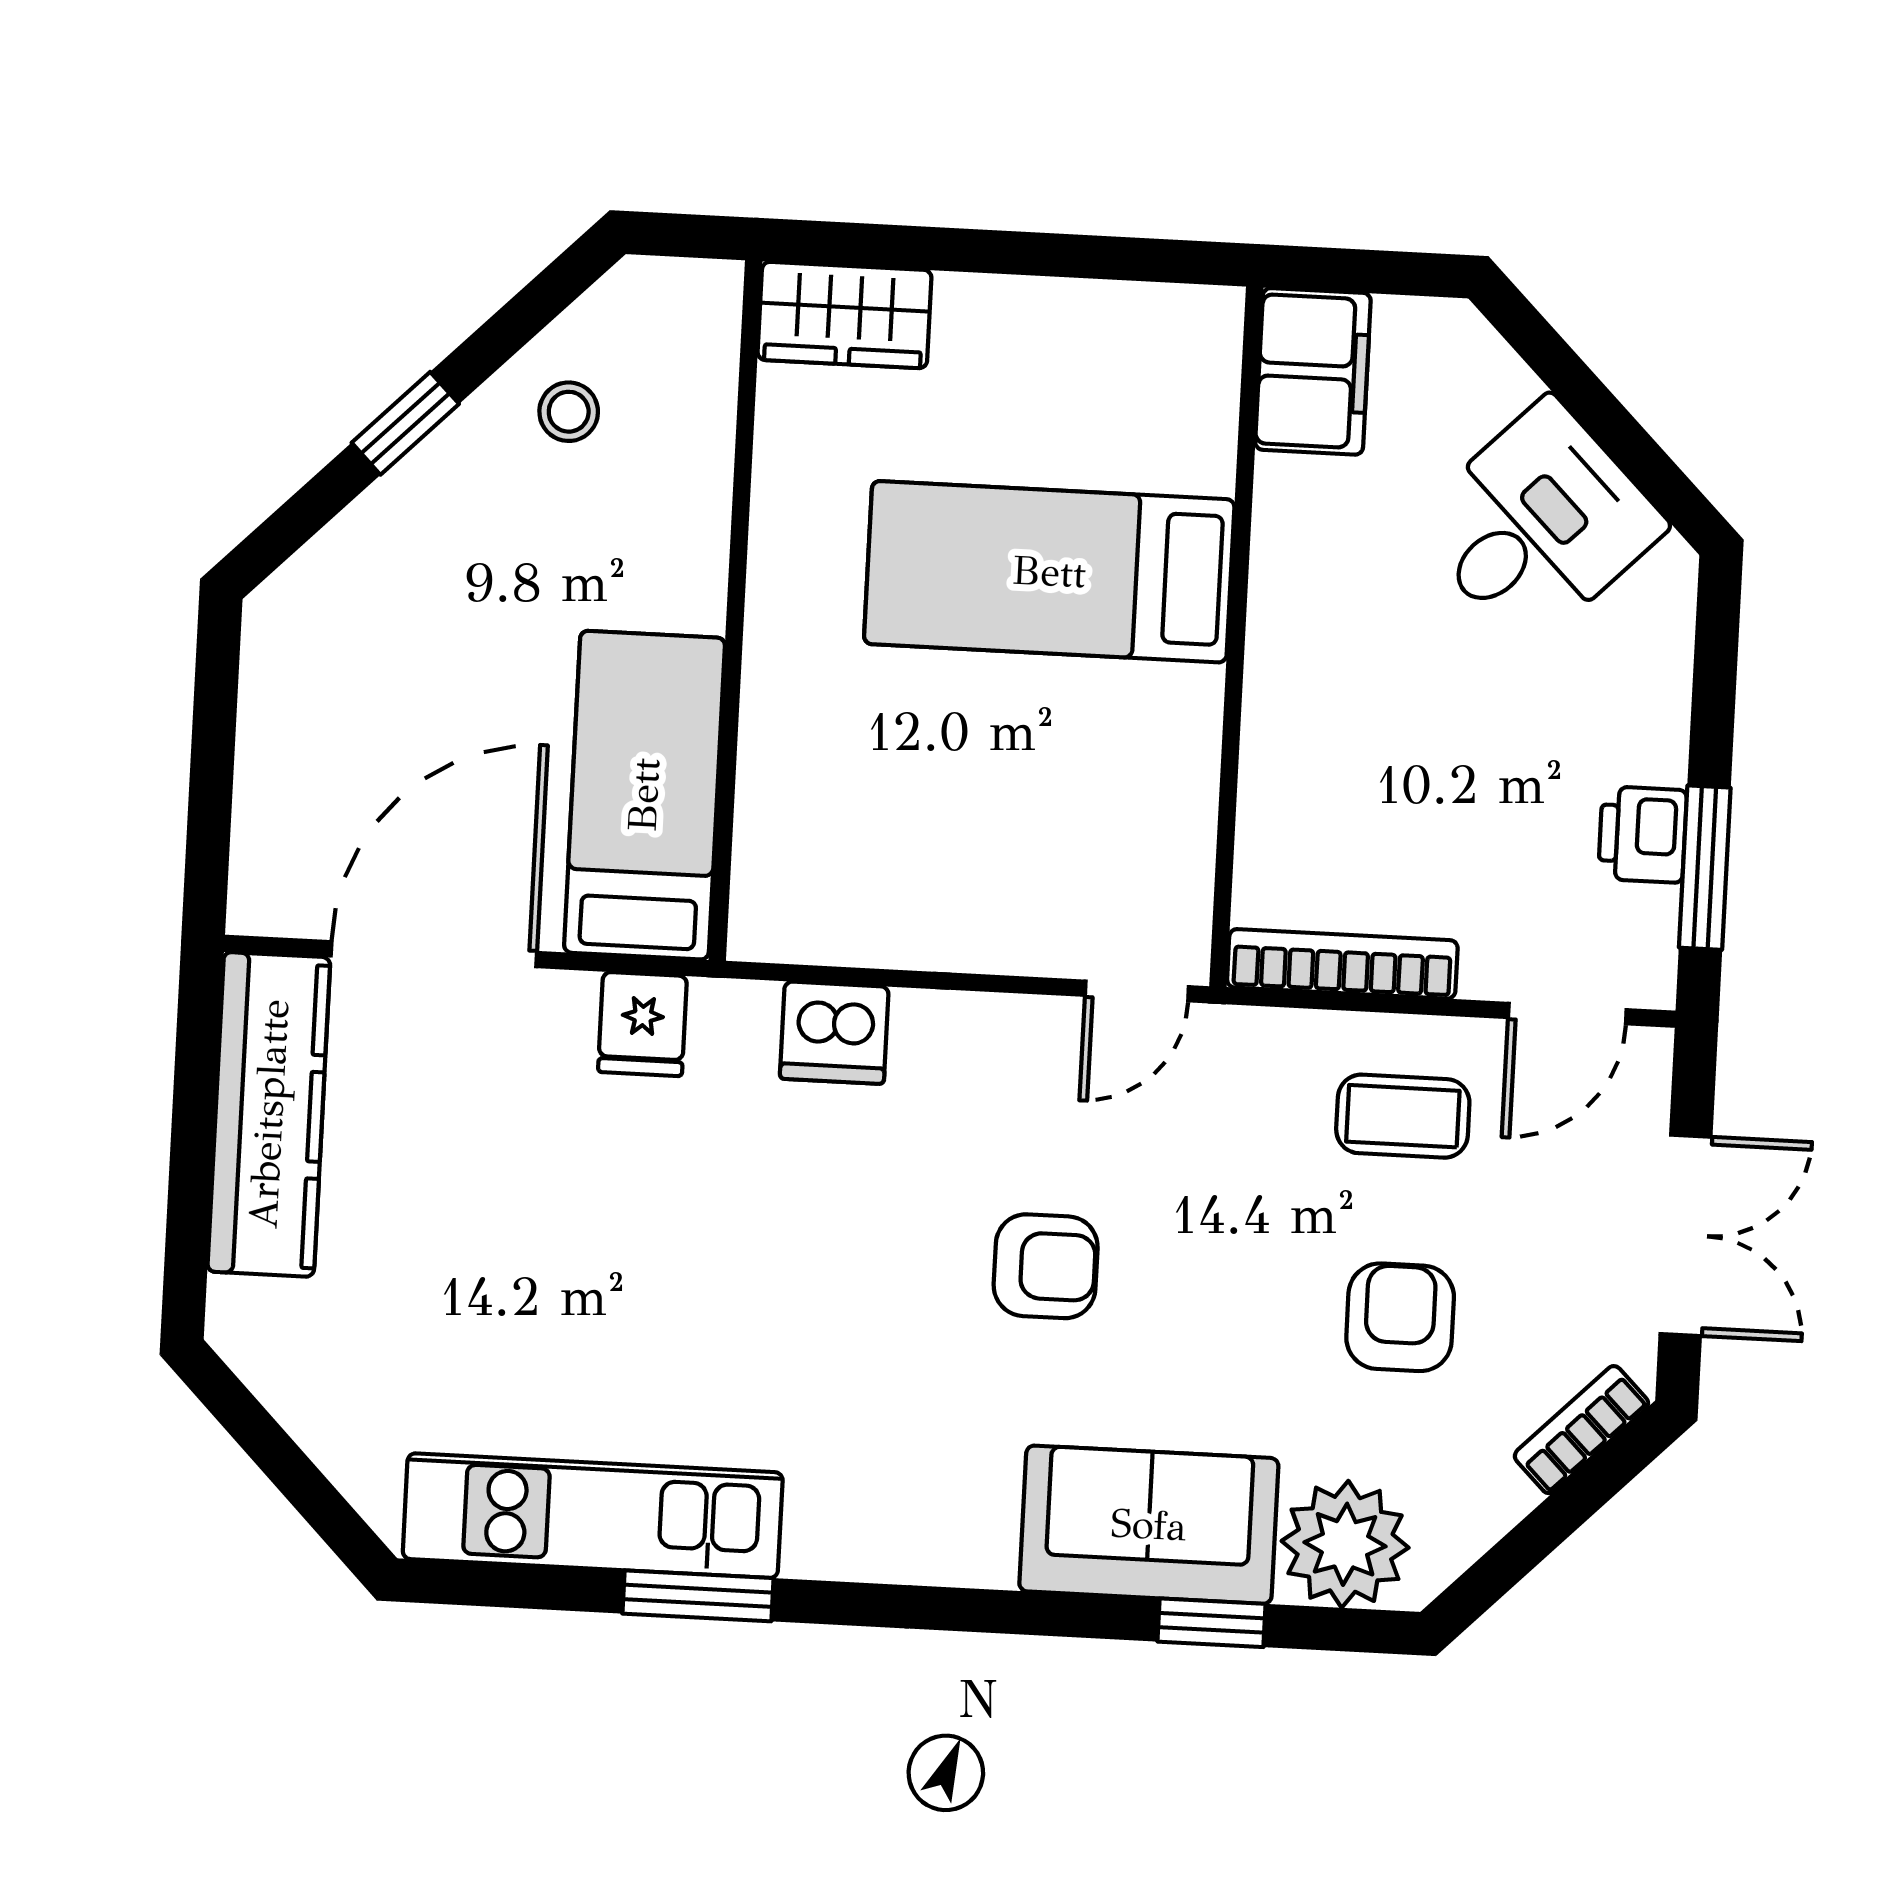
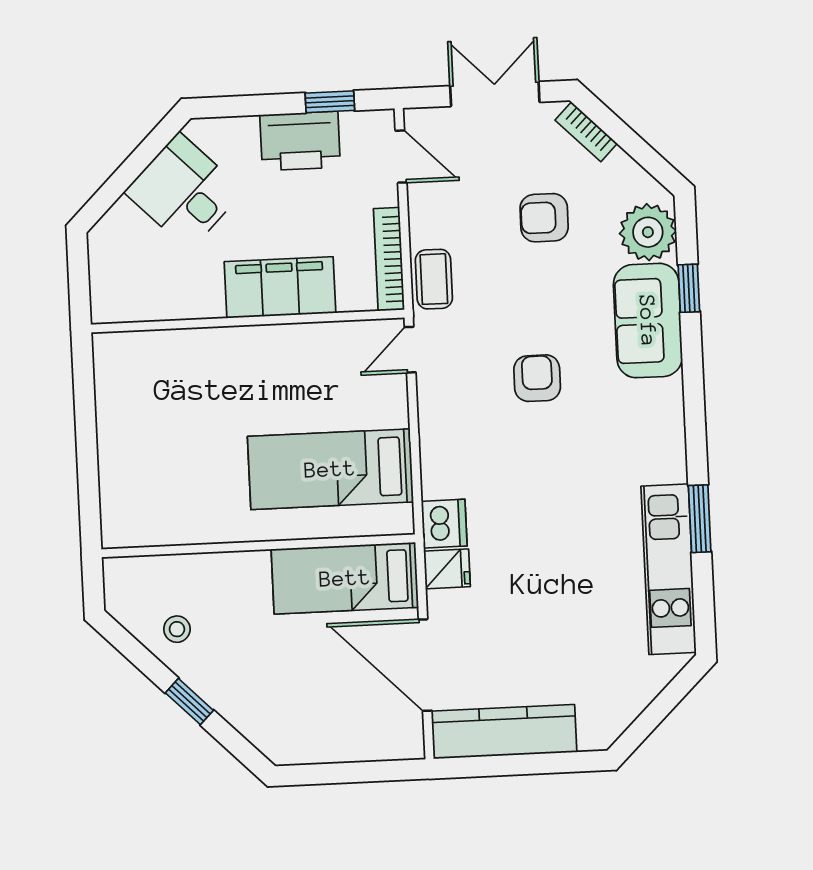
wardrobe: (845, 315) -> (121, 510), removed
filing cabinet: (1313, 371) -> (280, 287), moved, width x1.50, depth x1.17
bed: (1049, 572) -> (330, 469), moved, turned 90
printer: (1642, 834) -> (300, 141), width x1.87, depth x1.48
window: (1705, 868) -> (330, 102), width x0.67
door: (1137, 991) -> (410, 350), swing flipped
dishwasher: (834, 1033) -> (444, 524), moved
coffee table: (1403, 1116) -> (434, 279), moved

